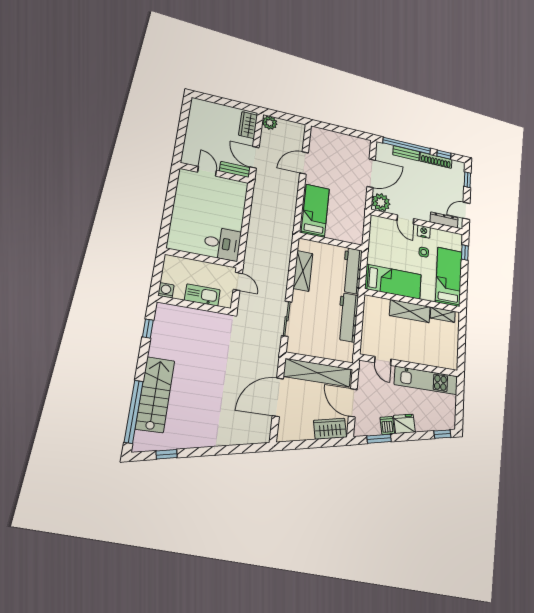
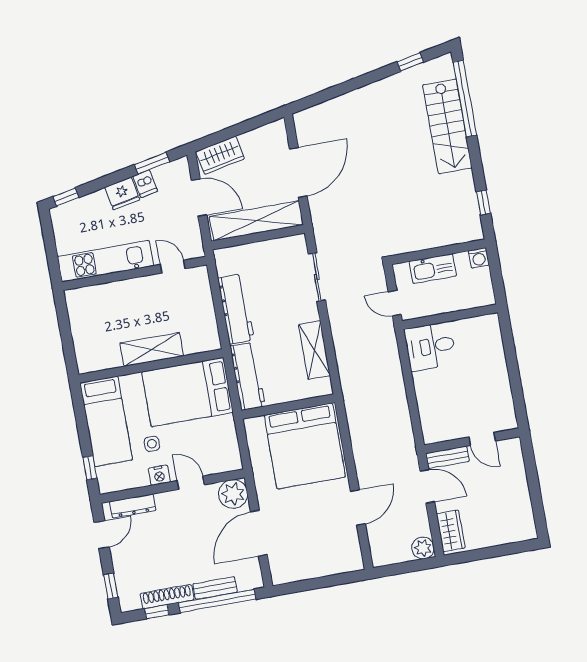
bed: (315, 211) -> (305, 446), width x2.04
bed: (393, 282) -> (187, 392), width x1.50
shelving: (443, 315) -> (103, 362), removed

